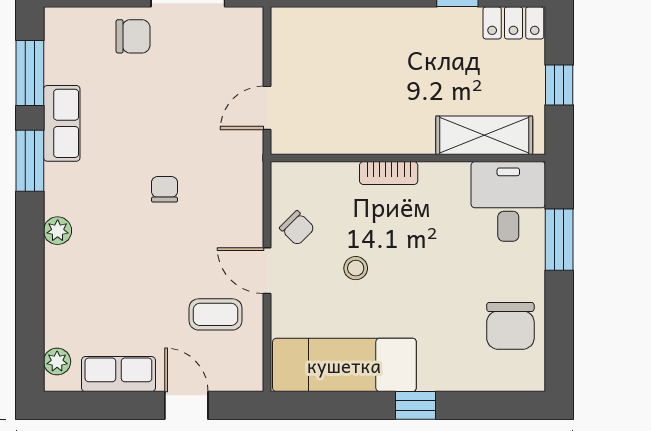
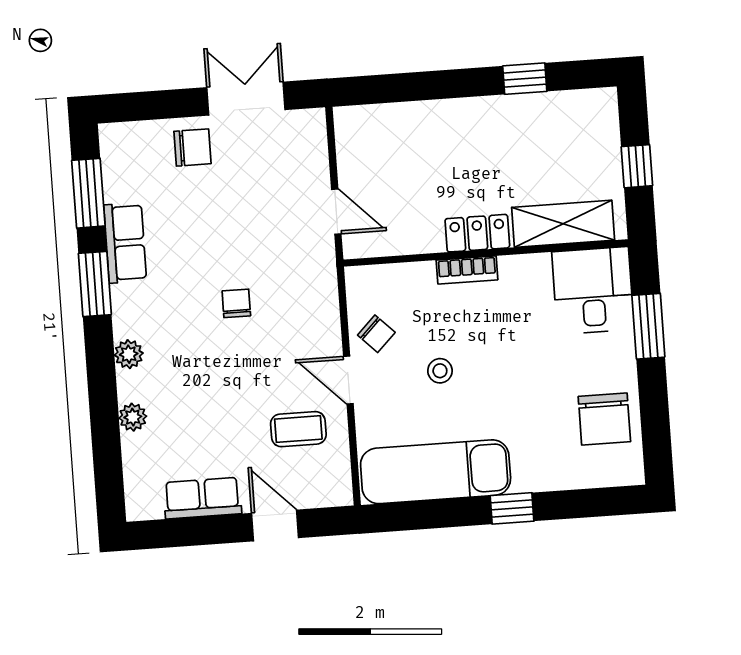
locker: (513, 23) -> (477, 233), moved, turned 180
door: (267, 108) -> (336, 212), swing flipped
plant: (57, 362) -> (133, 417), moved

